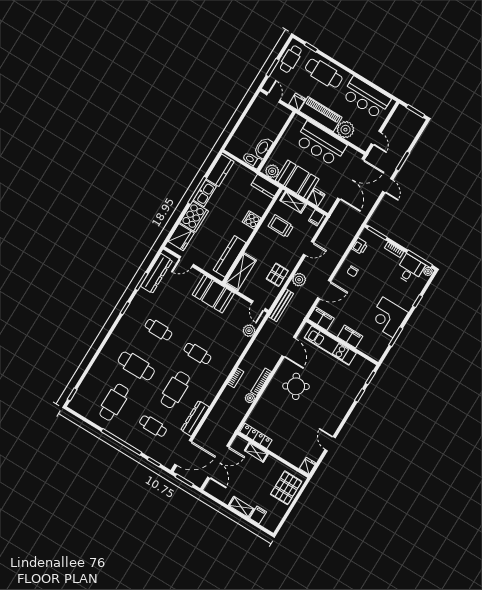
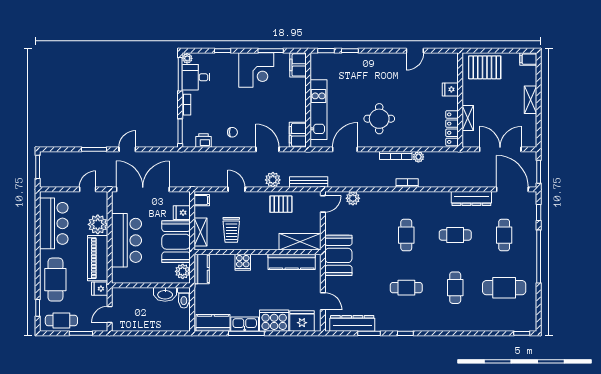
cafe table: (158, 330) -> (406, 288), turned 90
filing cabinet: (350, 337) -> (298, 65), moved
cafe table: (136, 366) -> (455, 288), width x0.73, depth x0.74
round table: (296, 386) -> (379, 119), turned 30
cafe table: (175, 390) -> (455, 235), width x0.73, depth x0.74
fridge: (308, 466) -> (450, 89), moved
filing cabinet: (258, 515) -> (528, 59), moved

